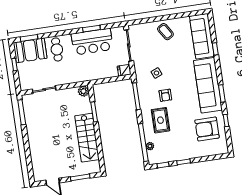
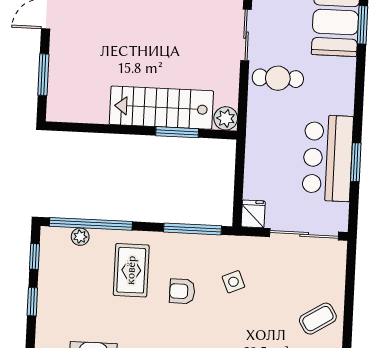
cafe table: (57, 49) -> (278, 78), moved
rug: (160, 120) -> (131, 270), turned 90
stairs: (87, 138) -> (161, 108), moved

